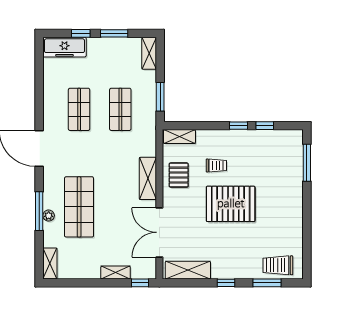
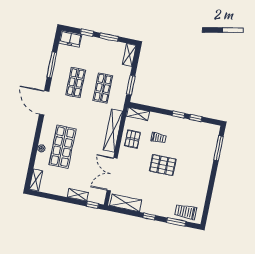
freezer: (64, 47) -> (70, 39), width x0.71
shelving: (148, 178) -> (113, 131), width x1.47
pallet: (231, 204) -> (163, 165), width x0.73, depth x0.71
window: (39, 211) -> (52, 65), moved

